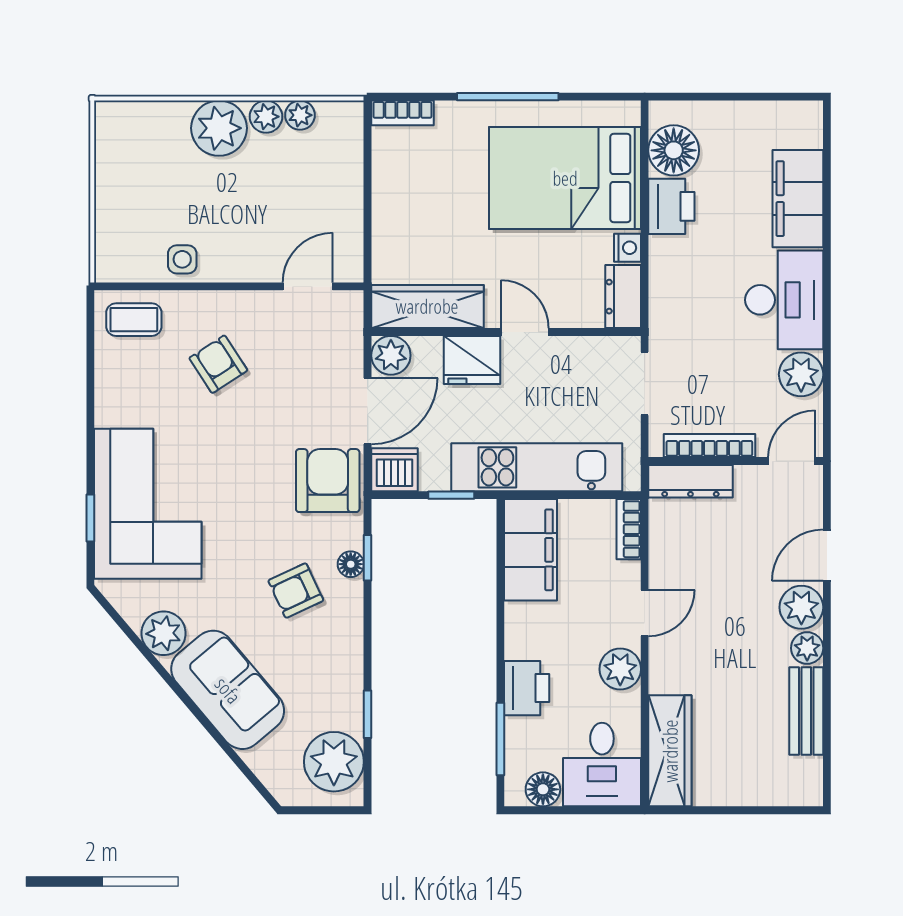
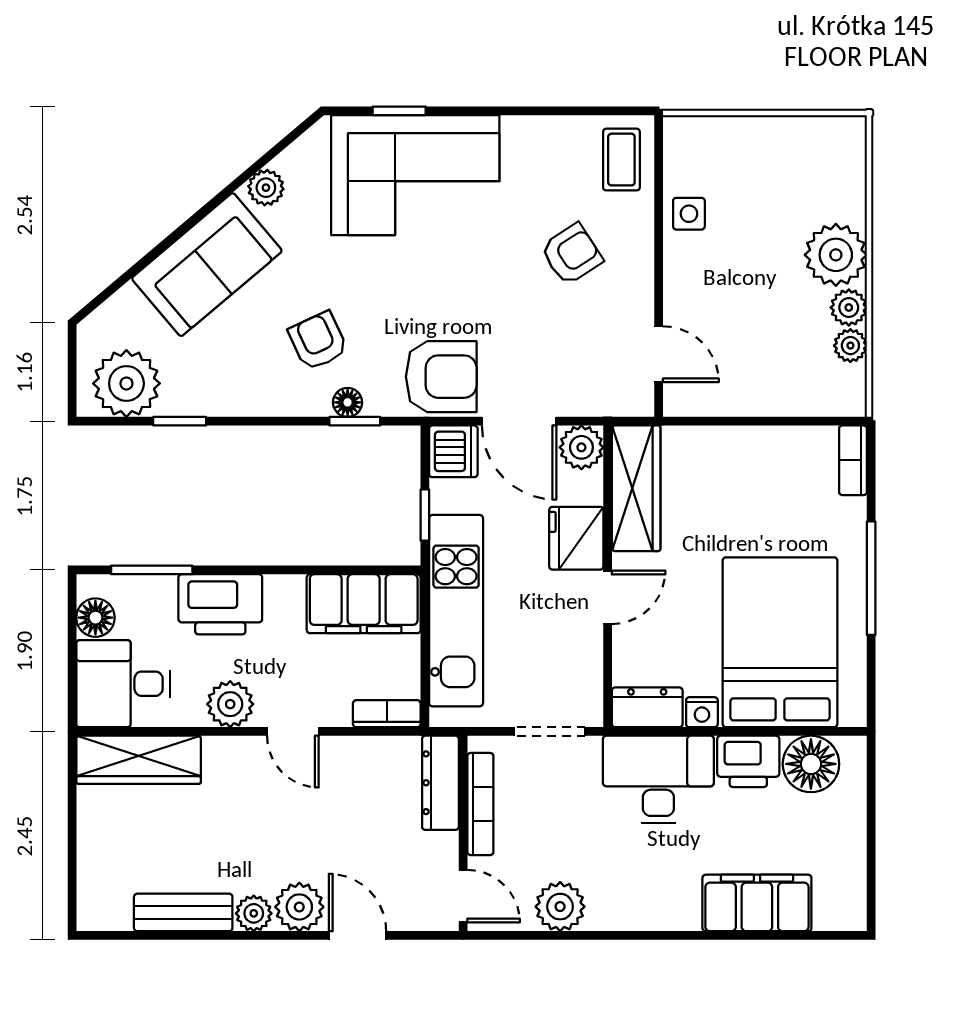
desk: (784, 300) -> (658, 779), moved, turned 180
plant: (164, 633) -> (266, 188), width x0.73, depth x0.73
printer: (527, 688) -> (220, 604), width x1.37, depth x1.19

